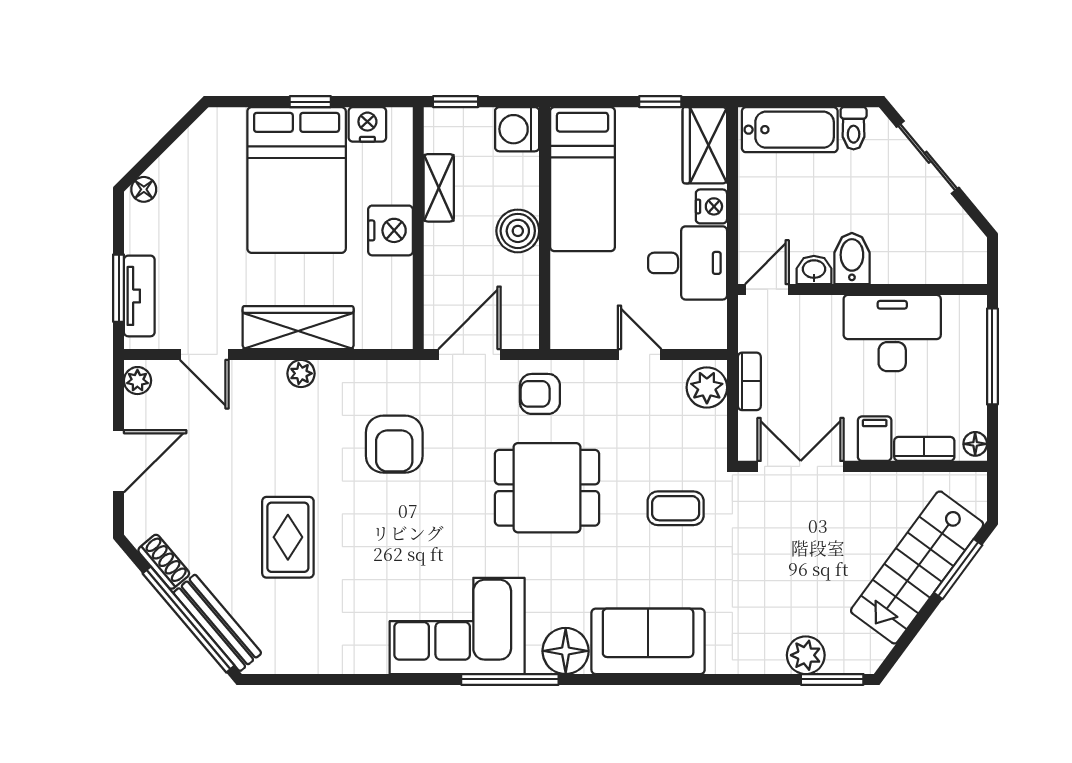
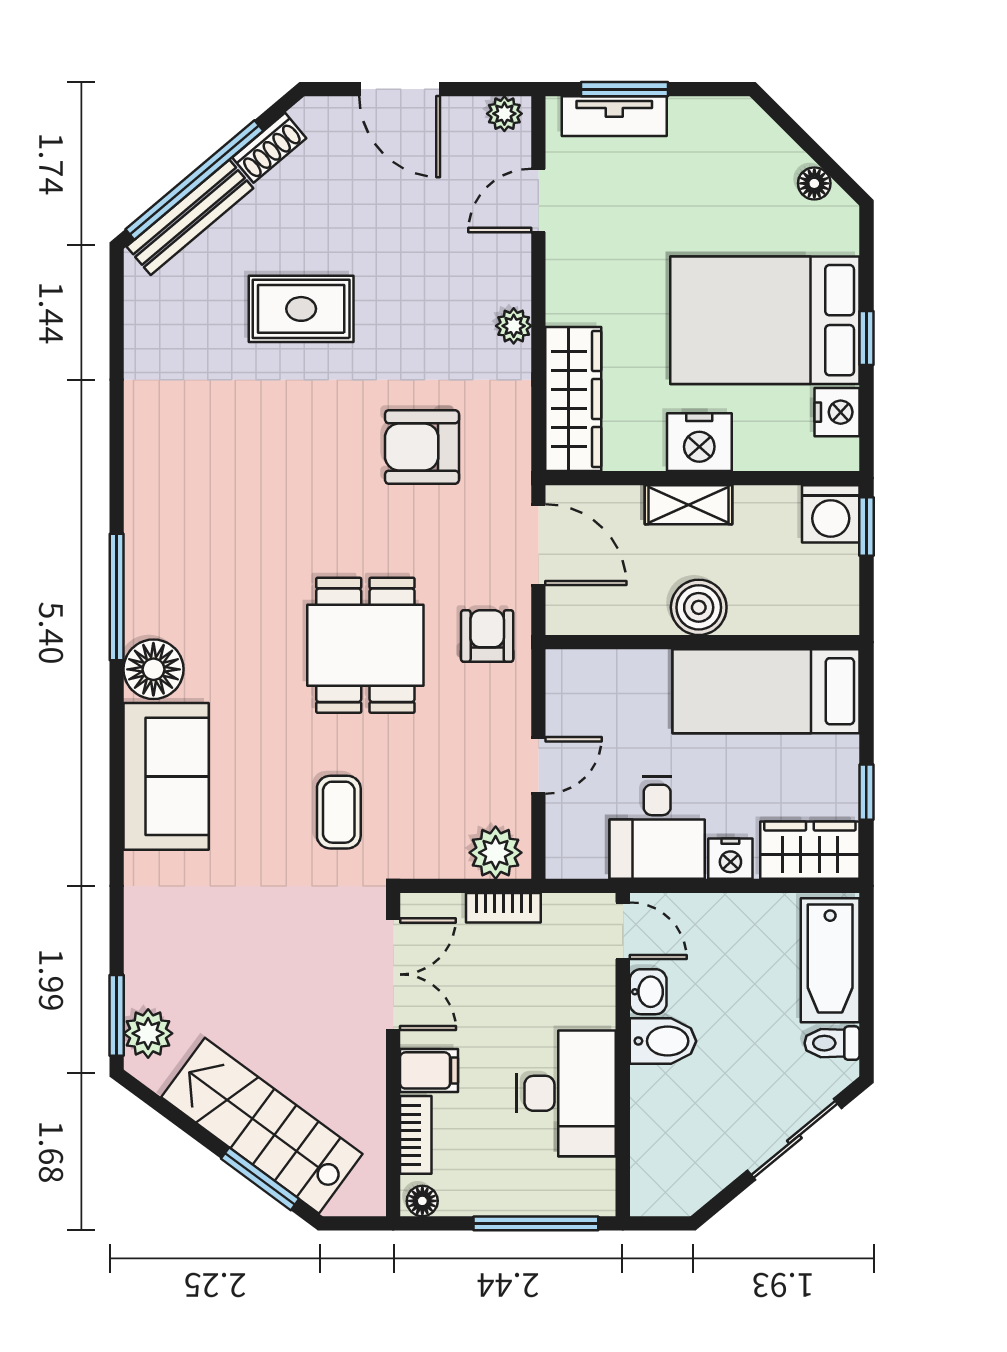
washing machine: (517, 129) -> (831, 514), moved, turned 180
shelving: (439, 188) -> (688, 505), moved
floor lamp: (144, 189) -> (814, 183), moved
wardrobe: (298, 328) -> (573, 399), moved
corner sofa: (457, 626) -> (186, 529), removed
plant: (806, 655) -> (148, 1033), moved

